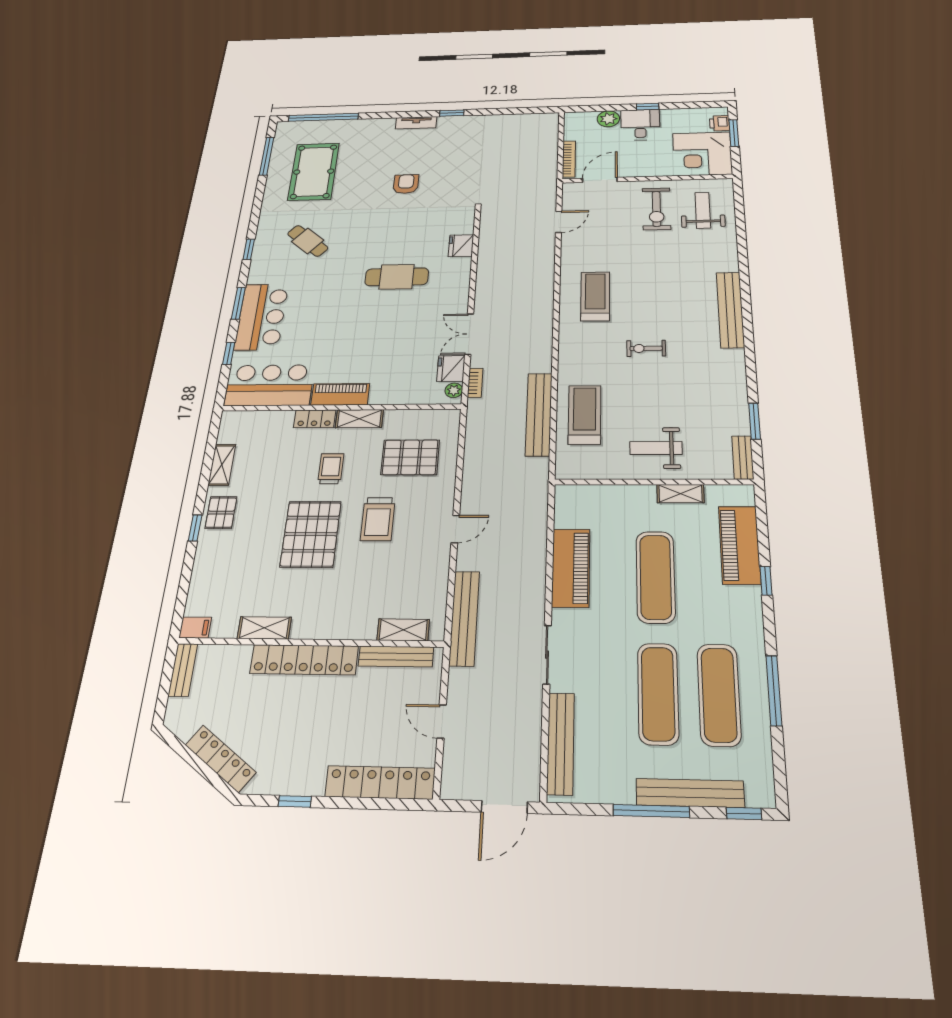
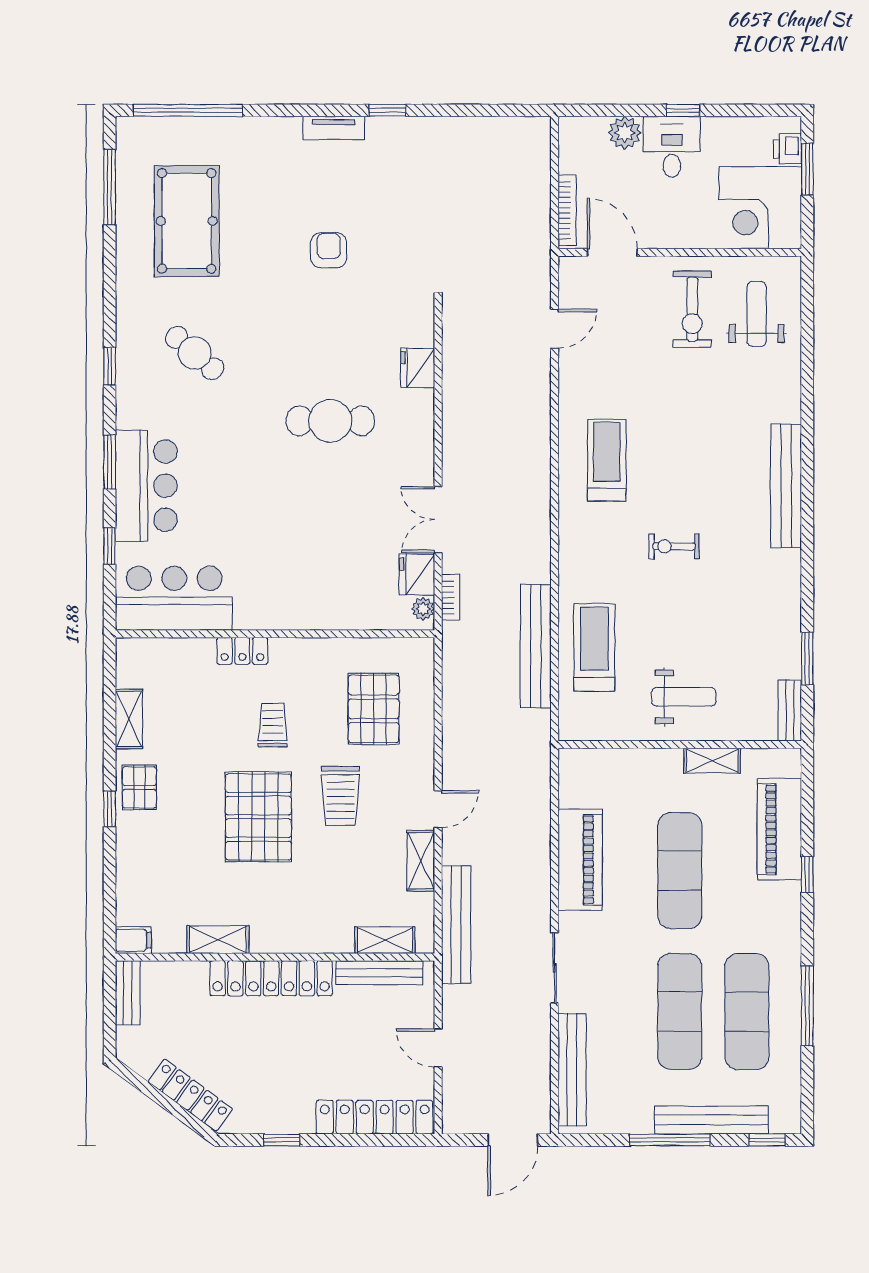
door: (600, 180) -> (612, 252), hinge flipped
piano: (340, 394) -> (272, 614), removed
shelving: (359, 419) -> (421, 861), moved, turned 90
weight bench: (656, 448) -> (684, 697), turned 180
pallet: (410, 457) -> (374, 709), turned 90

